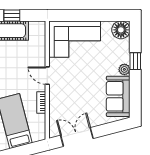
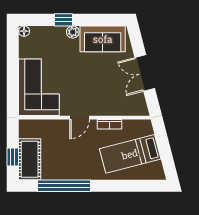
floor lamp: (121, 30) -> (24, 31), width x0.53, depth x0.53
double door: (77, 137) -> (145, 73), moved

